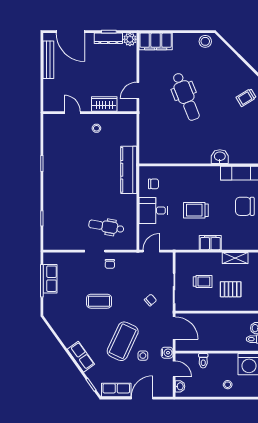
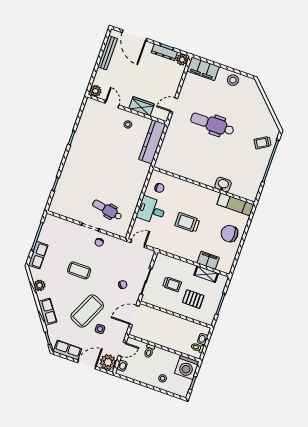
stool: (205, 41) -> (233, 80), moved
dental chair: (186, 97) -> (212, 124), turned 112
plant: (50, 105) -> (95, 91), added
kitchen counter: (129, 170) -> (152, 142), moved
filing cabinet: (210, 243) -> (208, 260), moved
row of seats: (50, 279) -> (38, 255), moved
door: (174, 328) -> (134, 315), swing flipped
plant: (63, 332) -> (40, 285), added
water cooler: (167, 353) -> (121, 334), removed
door: (174, 369) -> (122, 349), hinge flipped
plant: (164, 388) -> (108, 362), added

